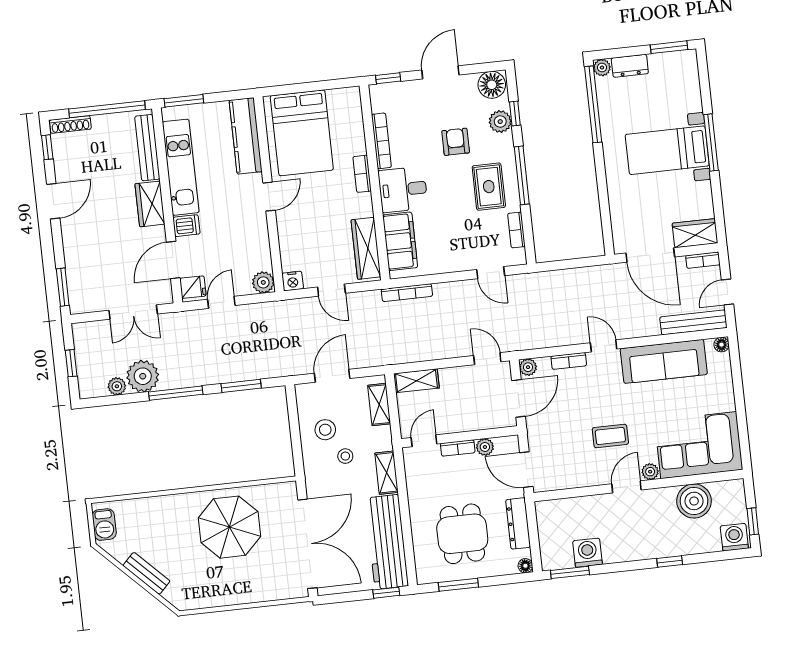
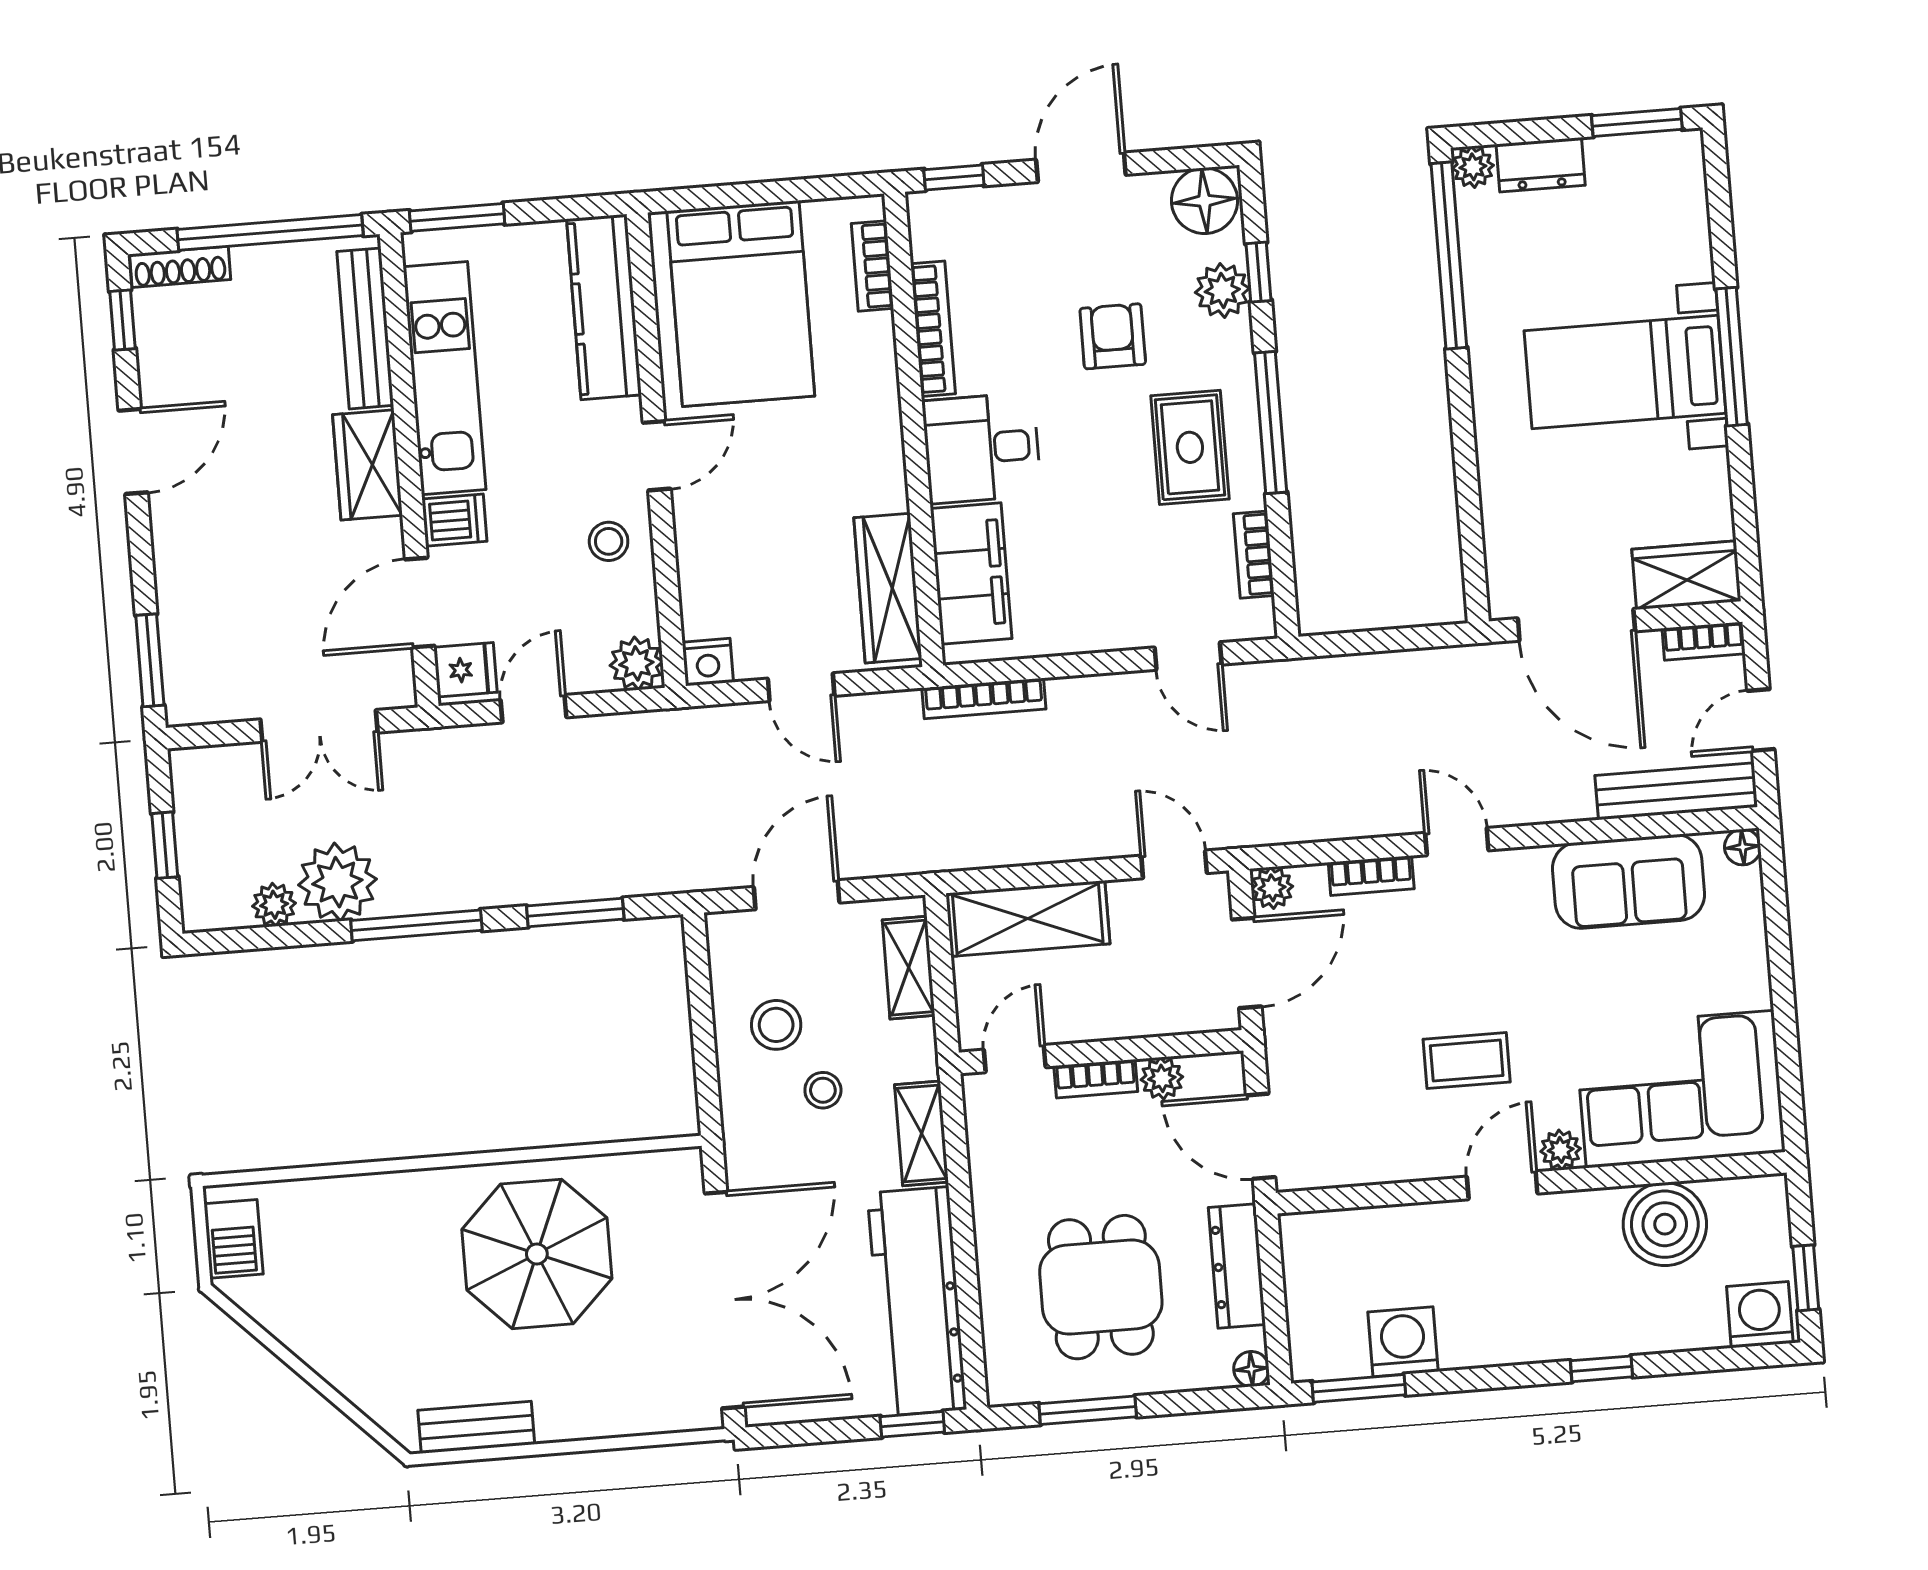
bookcase: (362, 174) -> (872, 266), moved
stool: (250, 232) -> (609, 541), added
sofa: (664, 361) -> (1628, 882), width x0.73
shelving: (416, 381) -> (1028, 918), width x1.50, depth x1.33
bench: (146, 573) -> (476, 1427), moved, turned -45

